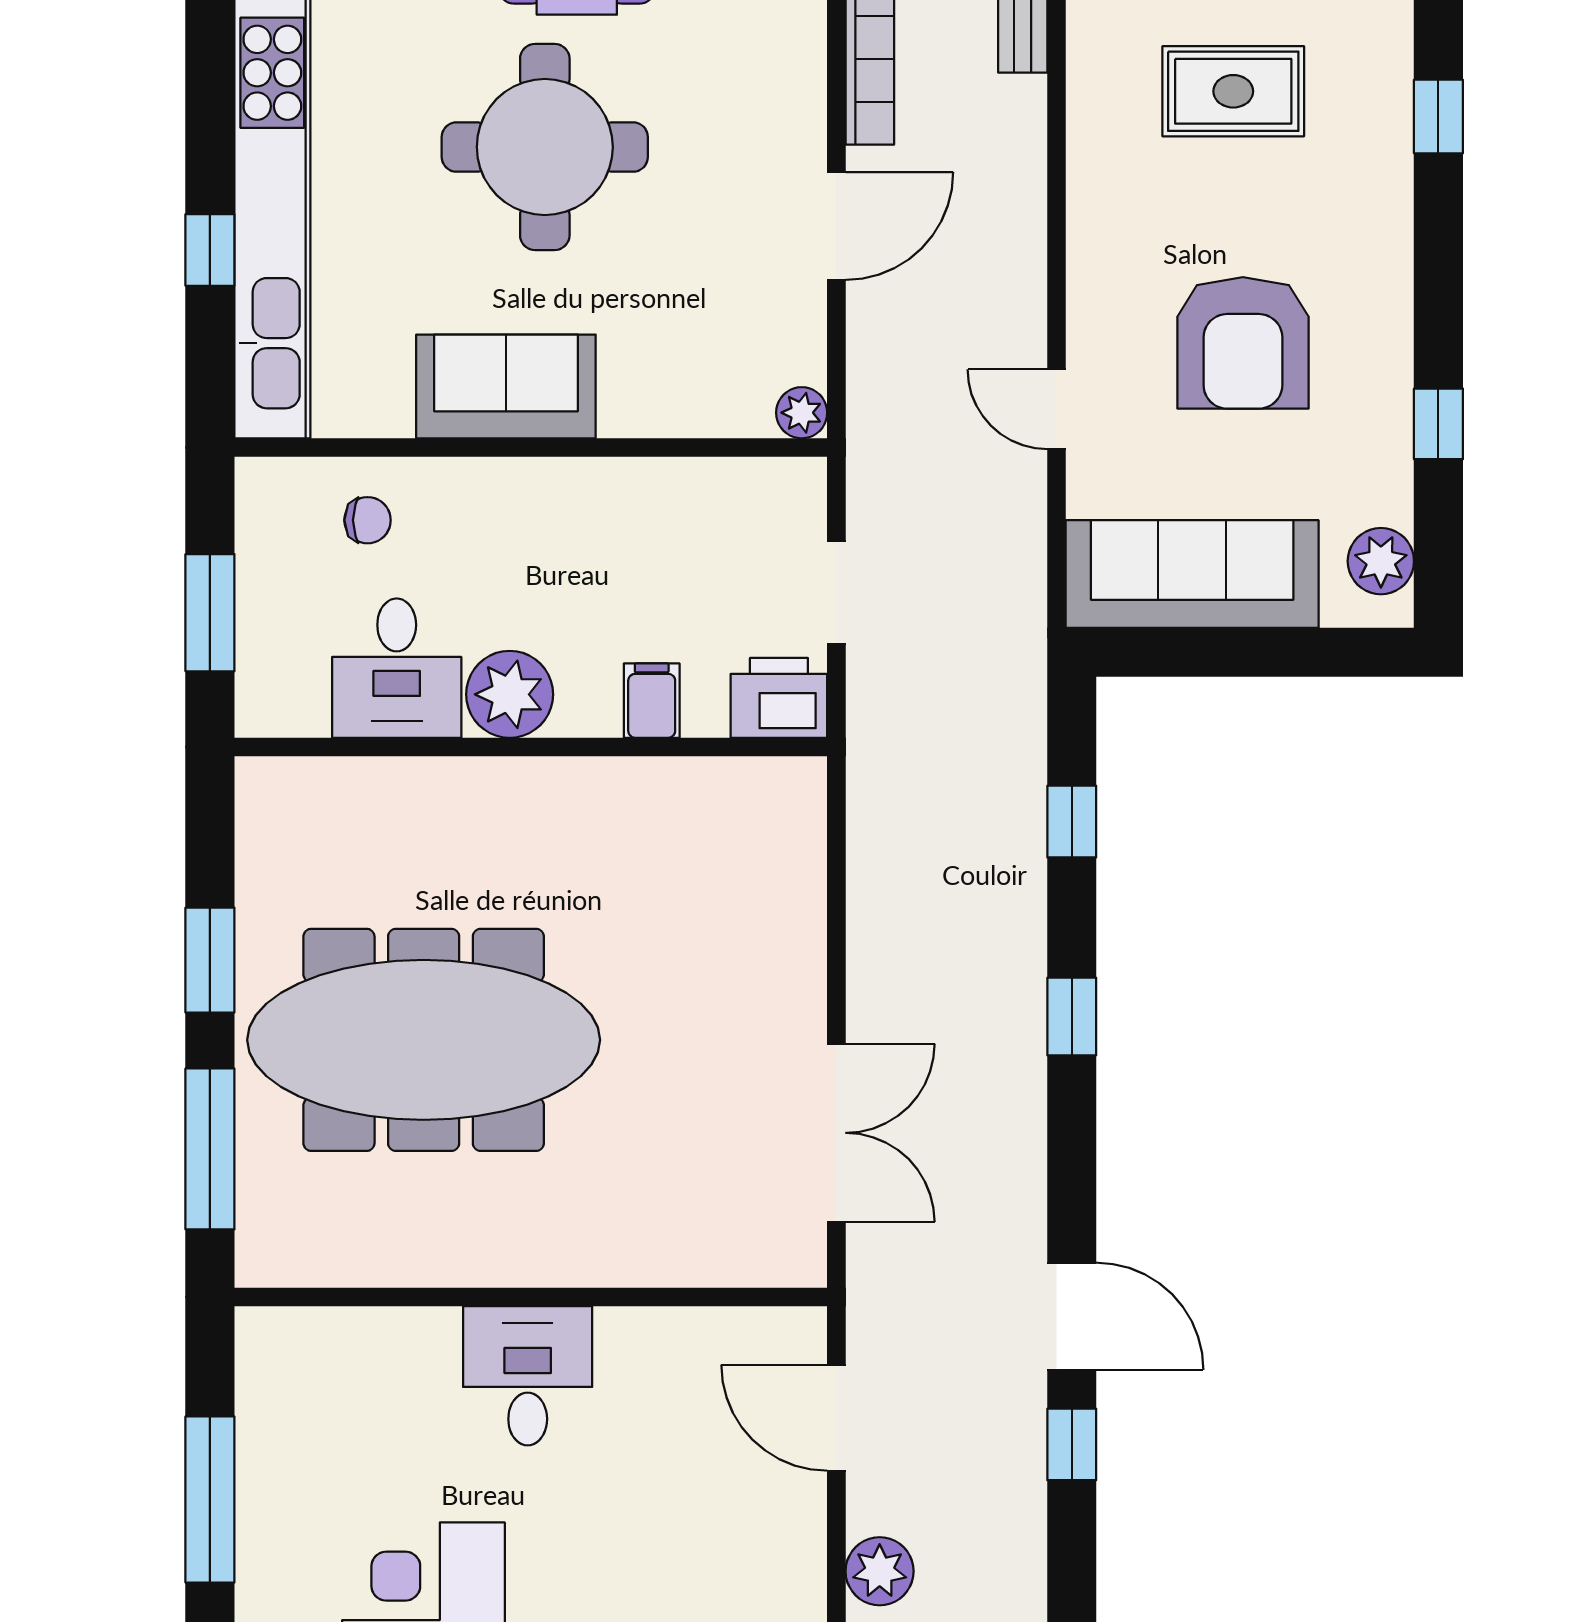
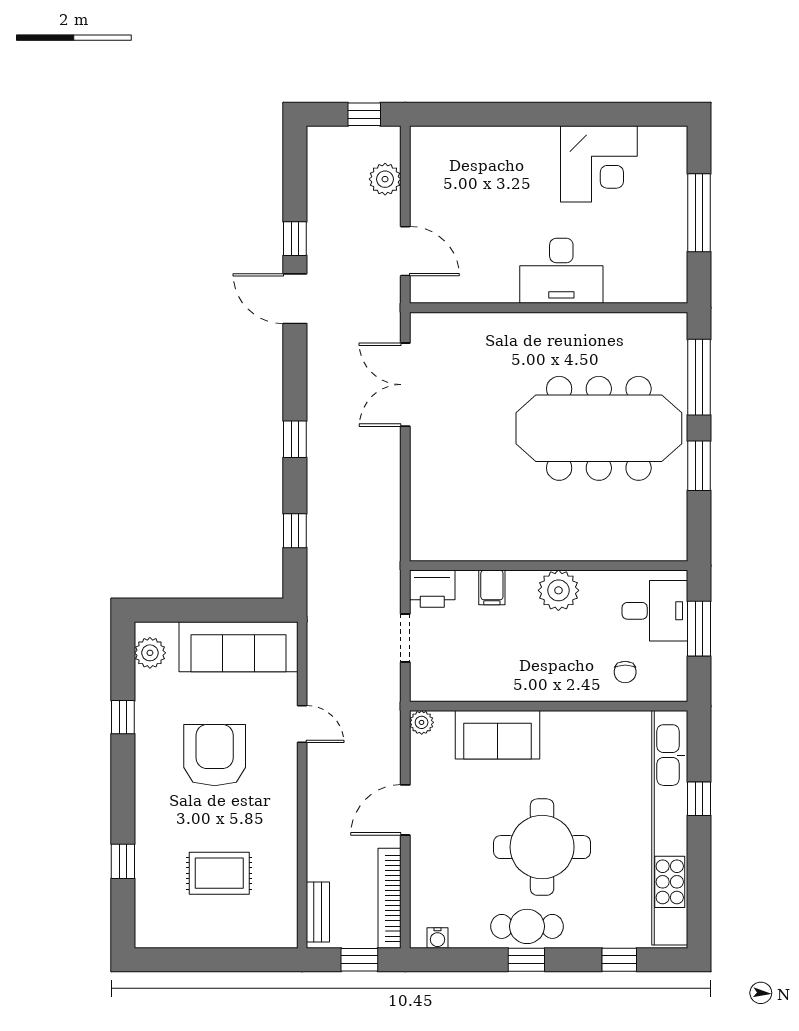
sofa: (506, 386) -> (498, 735), moved
chair: (368, 520) -> (625, 672), turned -90
desk: (397, 668) -> (655, 611), moved, turned 90
desk: (528, 1376) -> (561, 271), width x1.37

